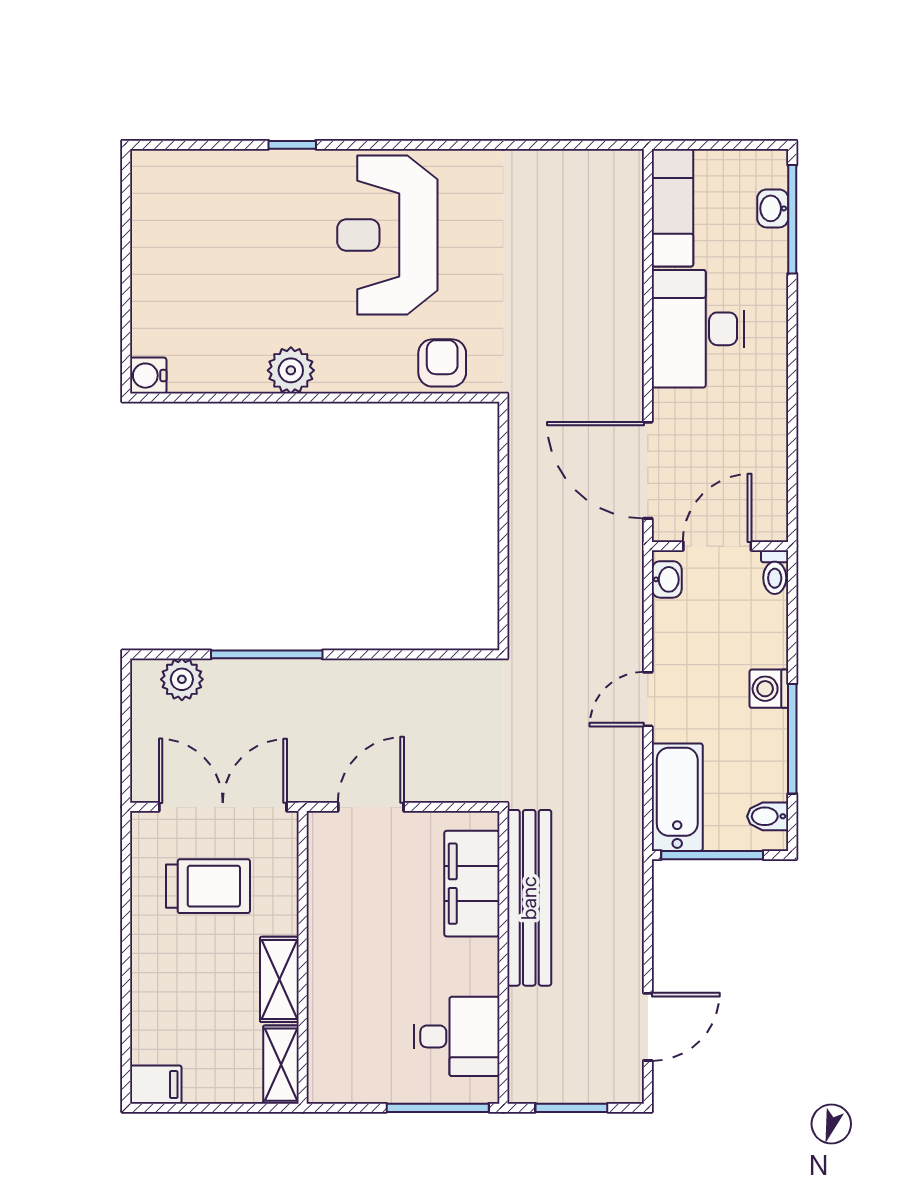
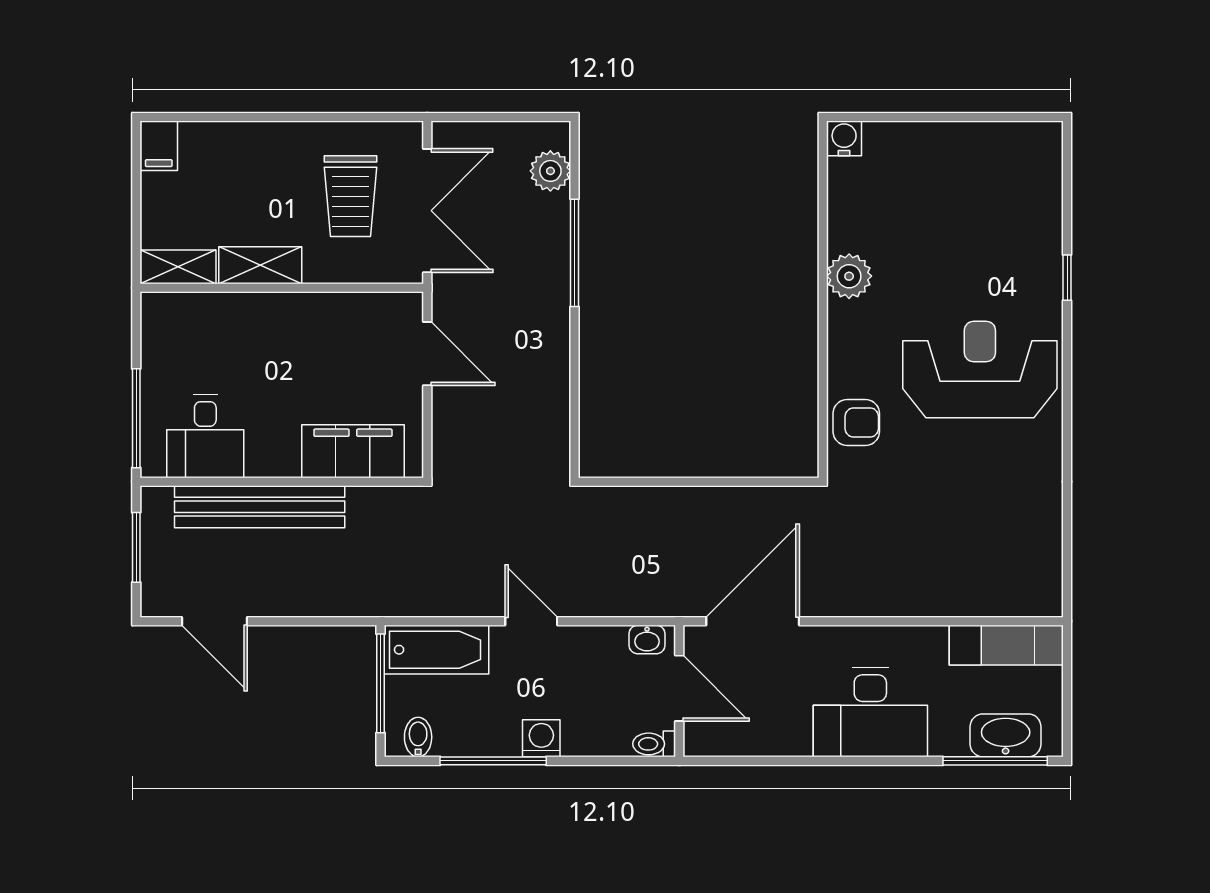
washbasin: (773, 208) -> (1006, 735), width x1.91, depth x1.45
desk: (698, 329) -> (870, 712), moved, turned 180
bench: (529, 898) -> (260, 507), moved

